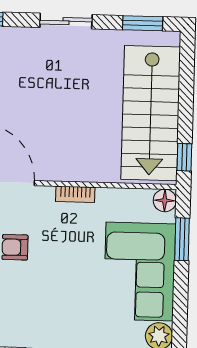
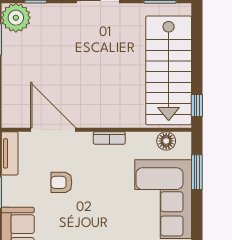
floor lamp: (165, 200) -> (166, 141), moved

